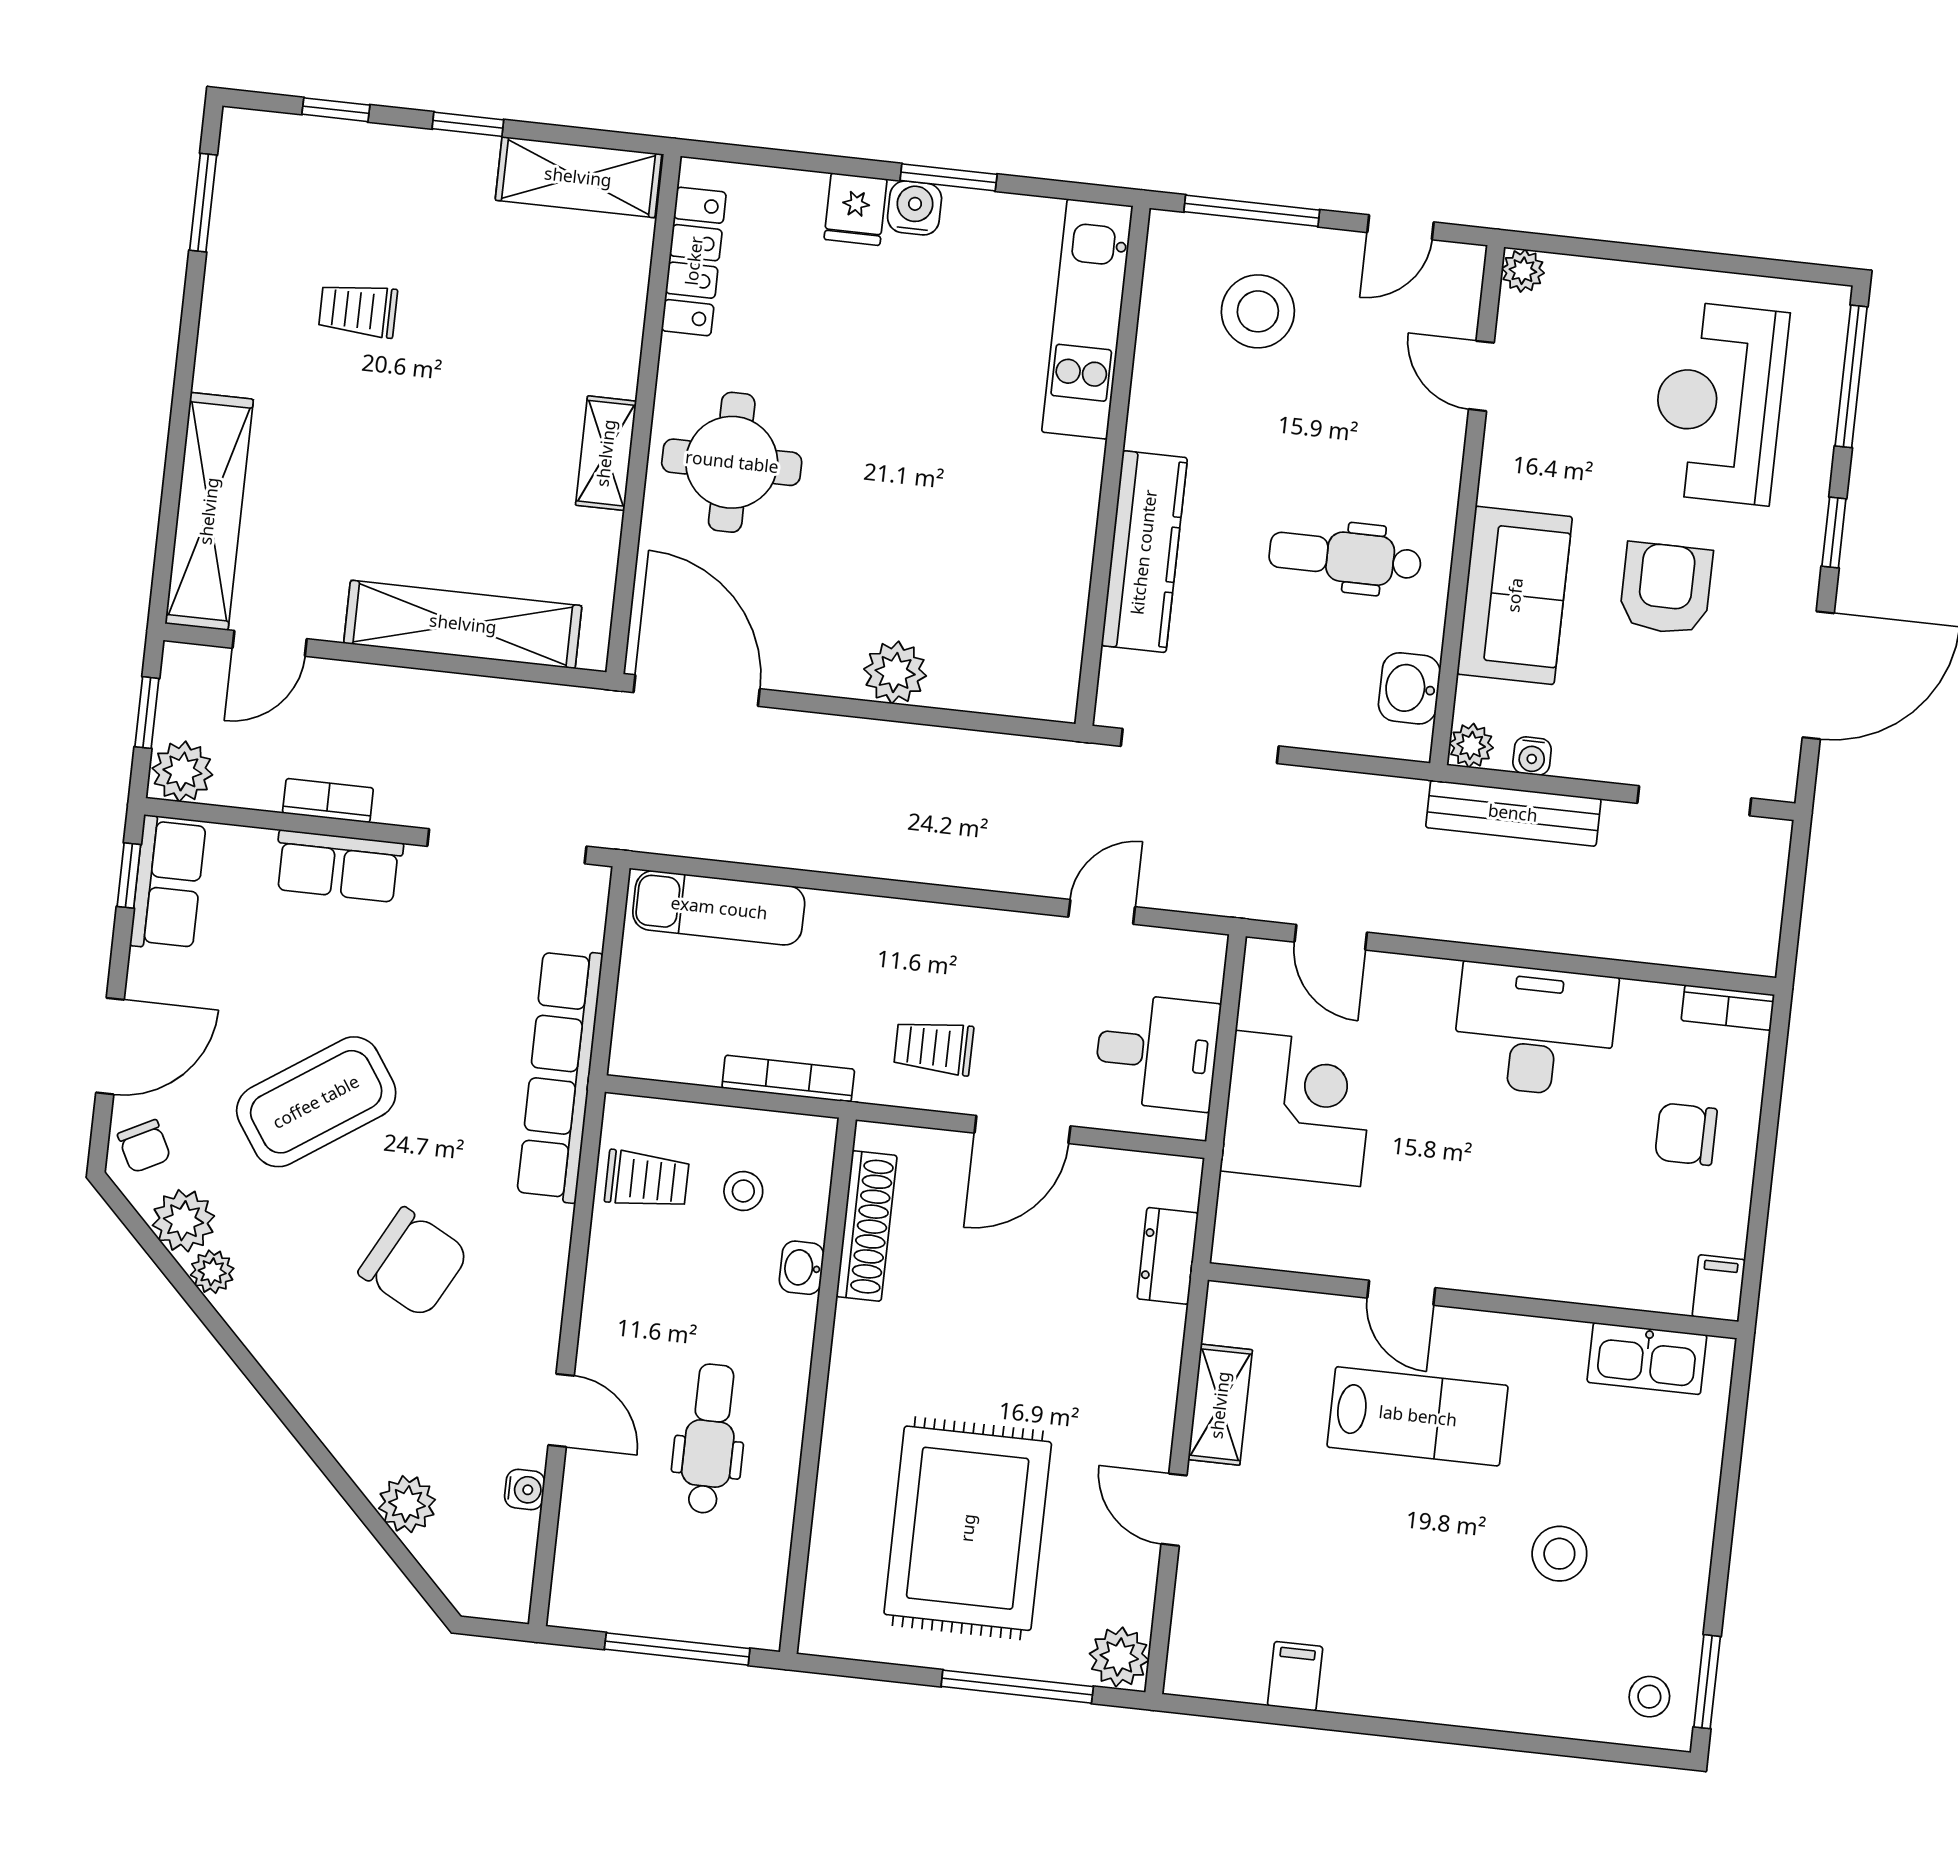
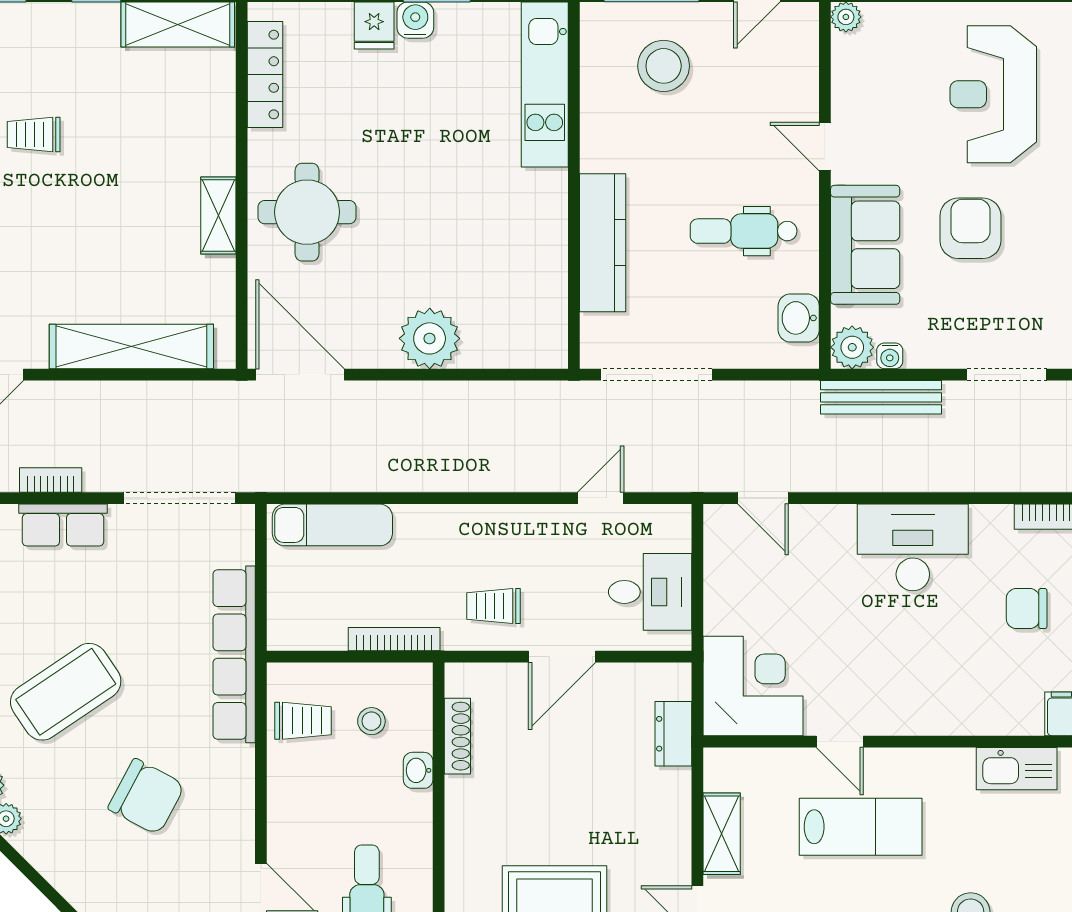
door: (1481, 376) -> (825, 146), moved
plant: (895, 672) -> (430, 338), width x1.36, depth x1.36
plant: (1471, 745) -> (852, 347), width x1.38, depth x1.38
corner desk: (1298, 1108) -> (753, 686), moved
shoe rack: (867, 1226) -> (457, 736), width x0.74, depth x0.81

